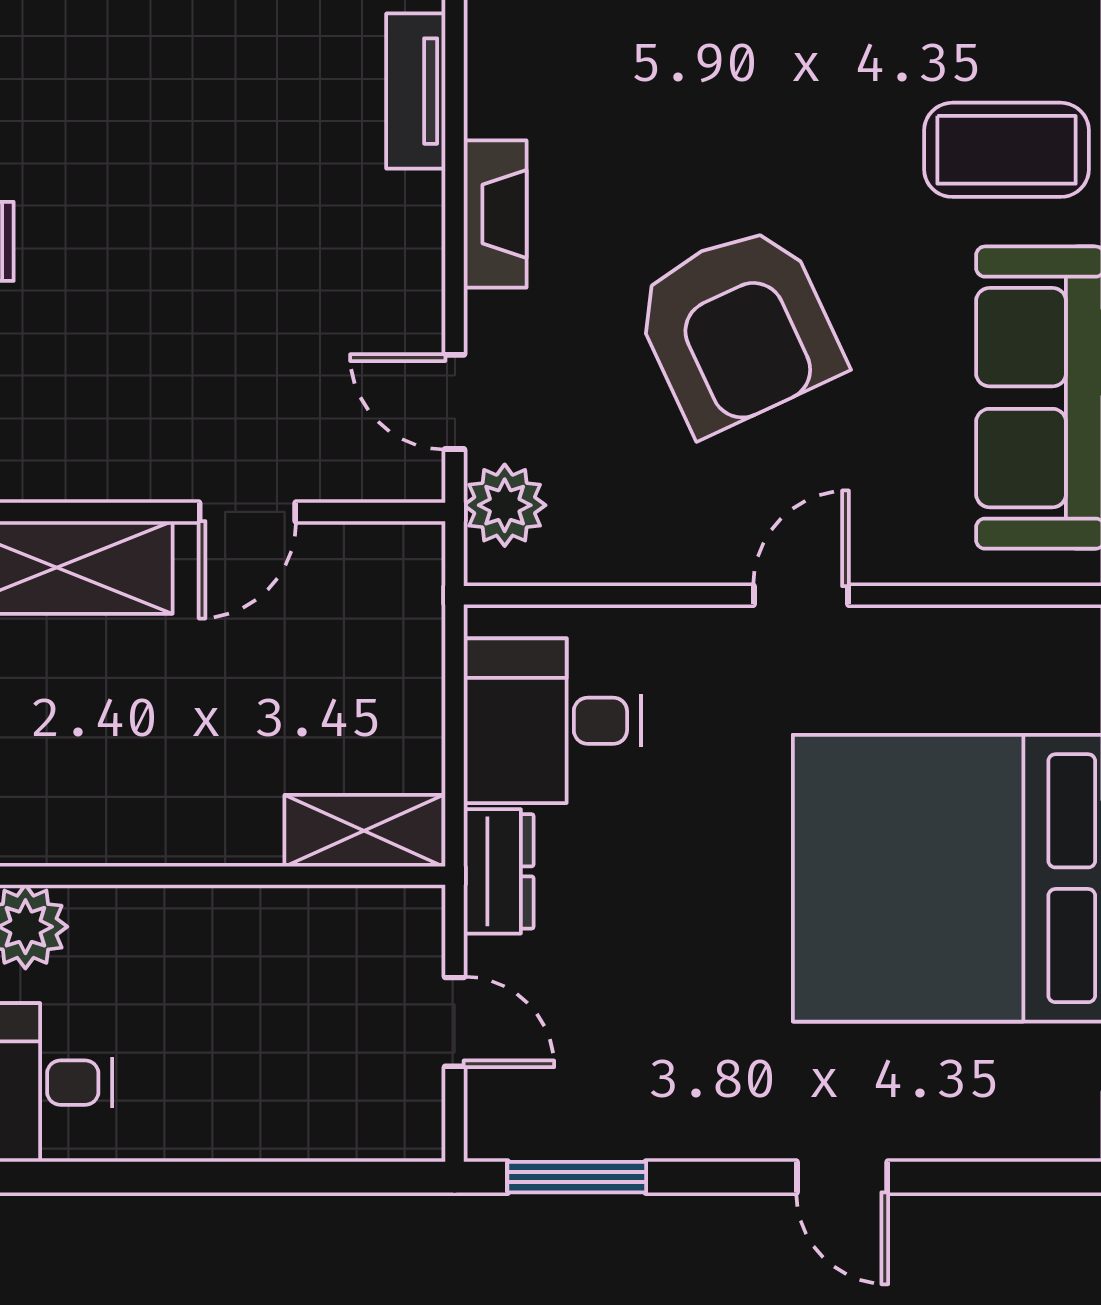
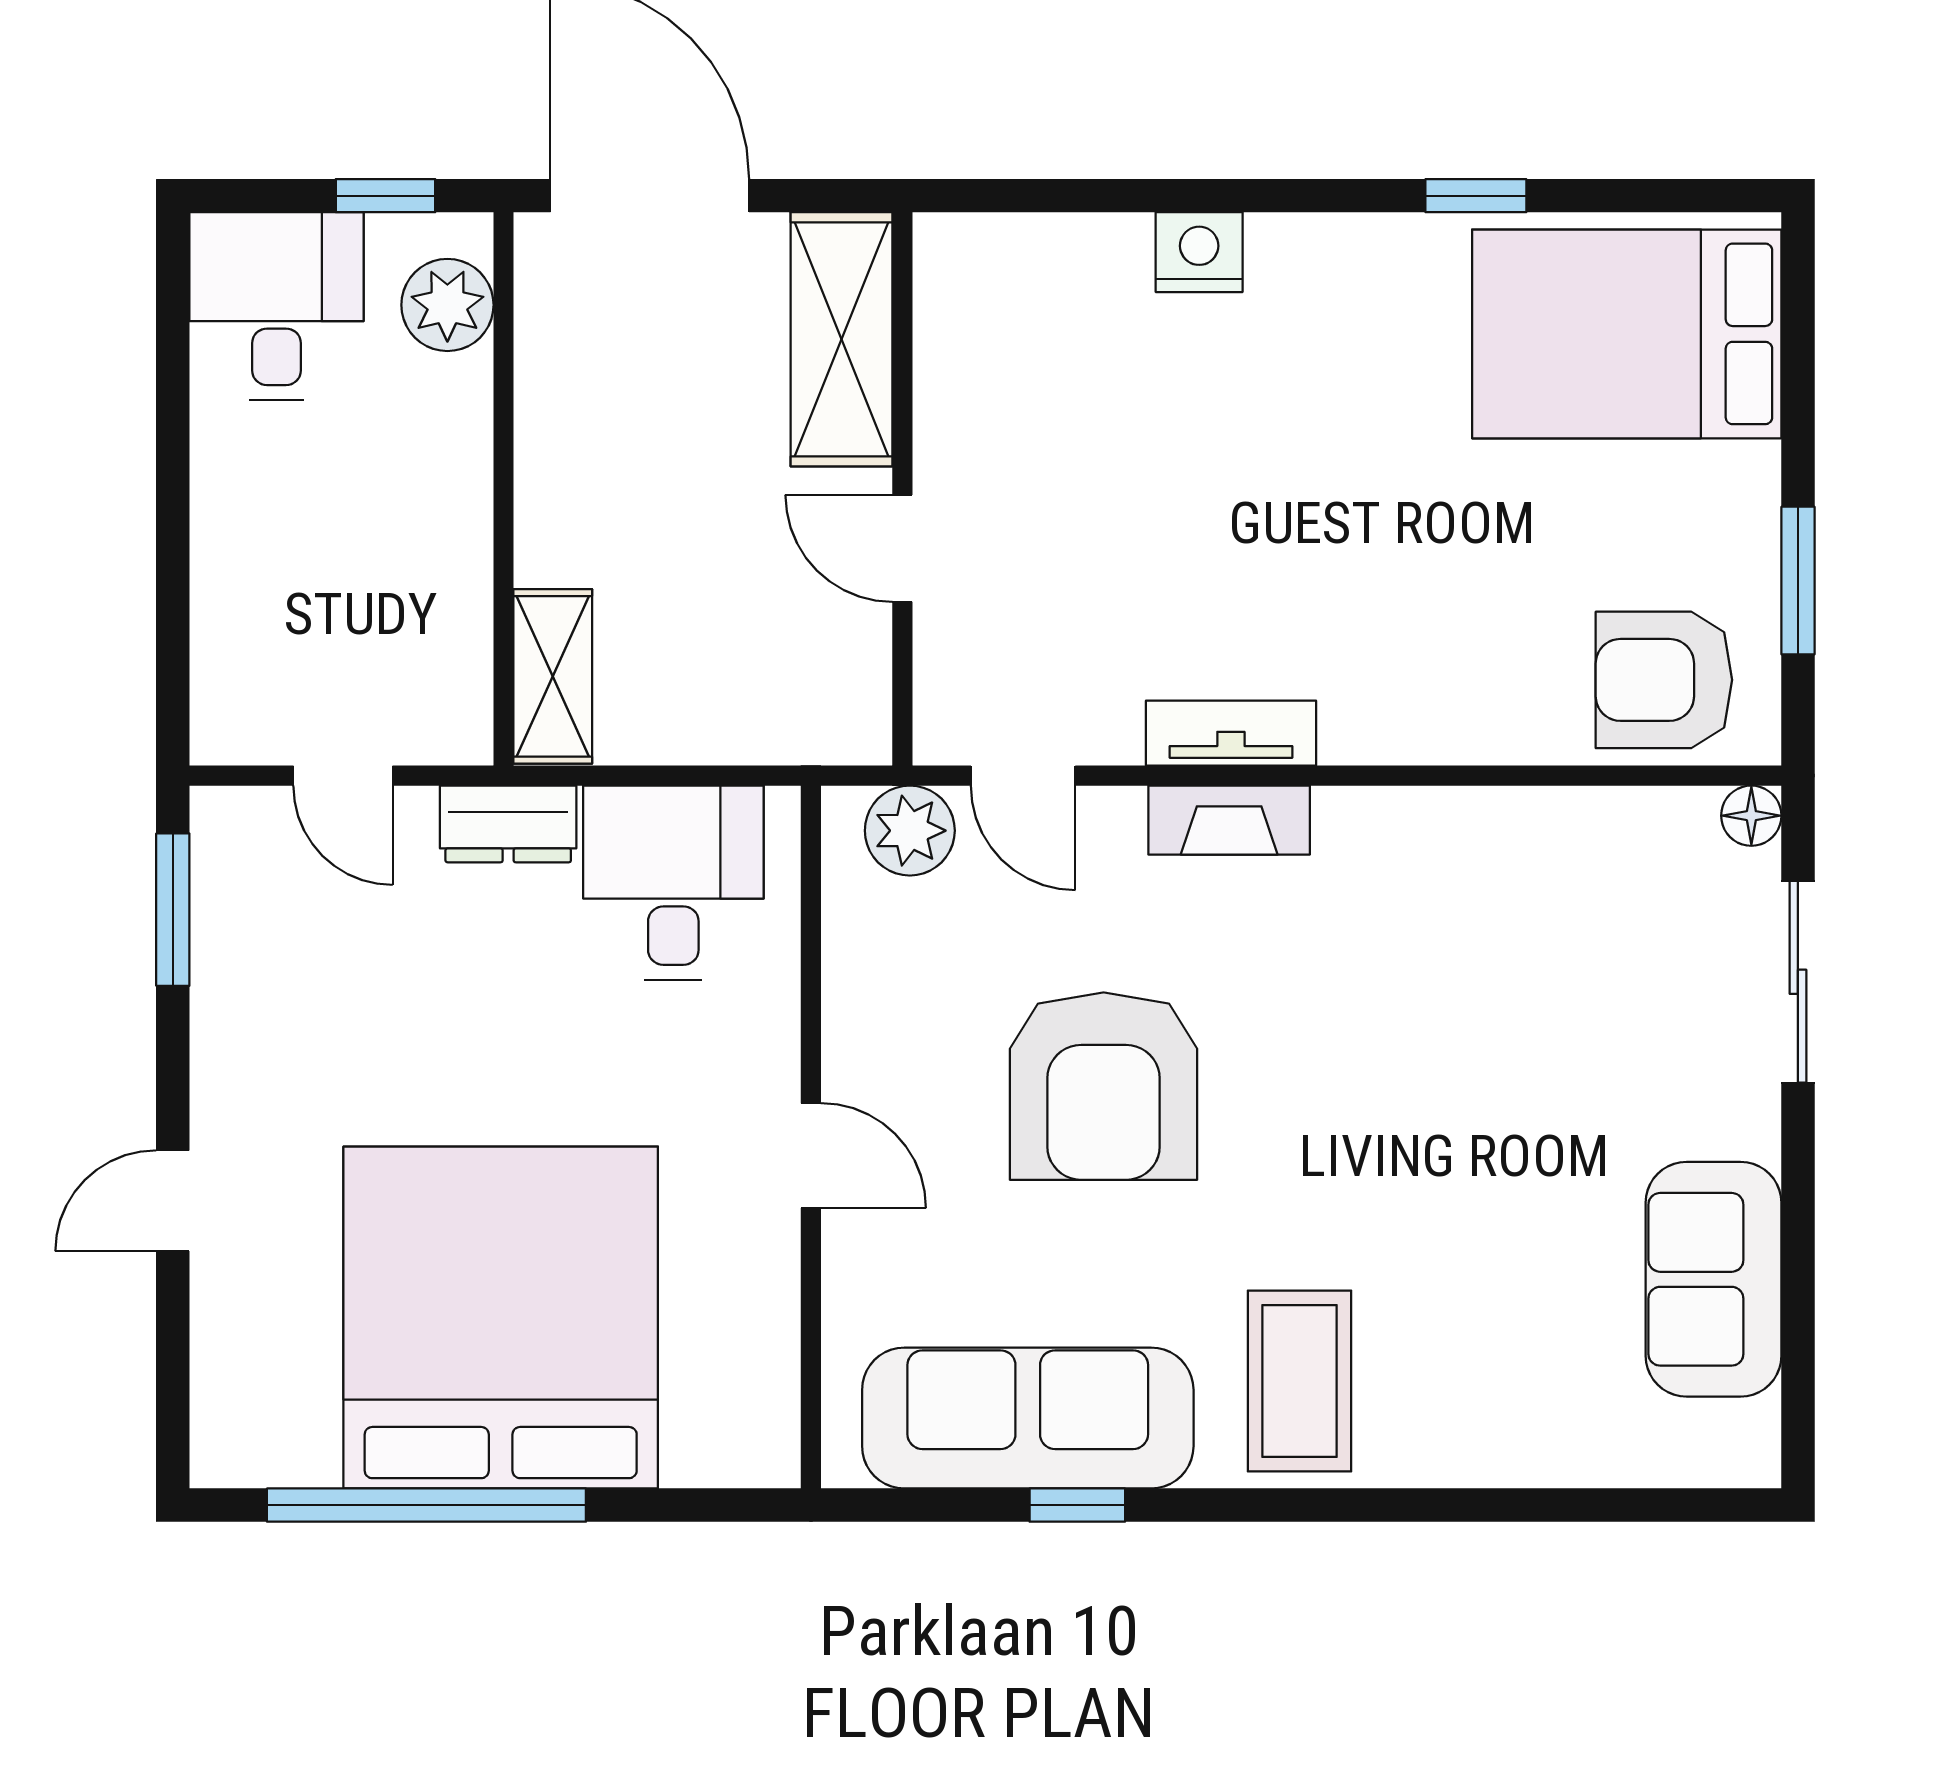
tv unit: (416, 91) -> (1231, 733), moved
armchair: (738, 329) -> (1104, 1086), turned -65
door: (455, 402) -> (1023, 776), swing flipped
door: (455, 1022) -> (343, 776), hinge flipped

